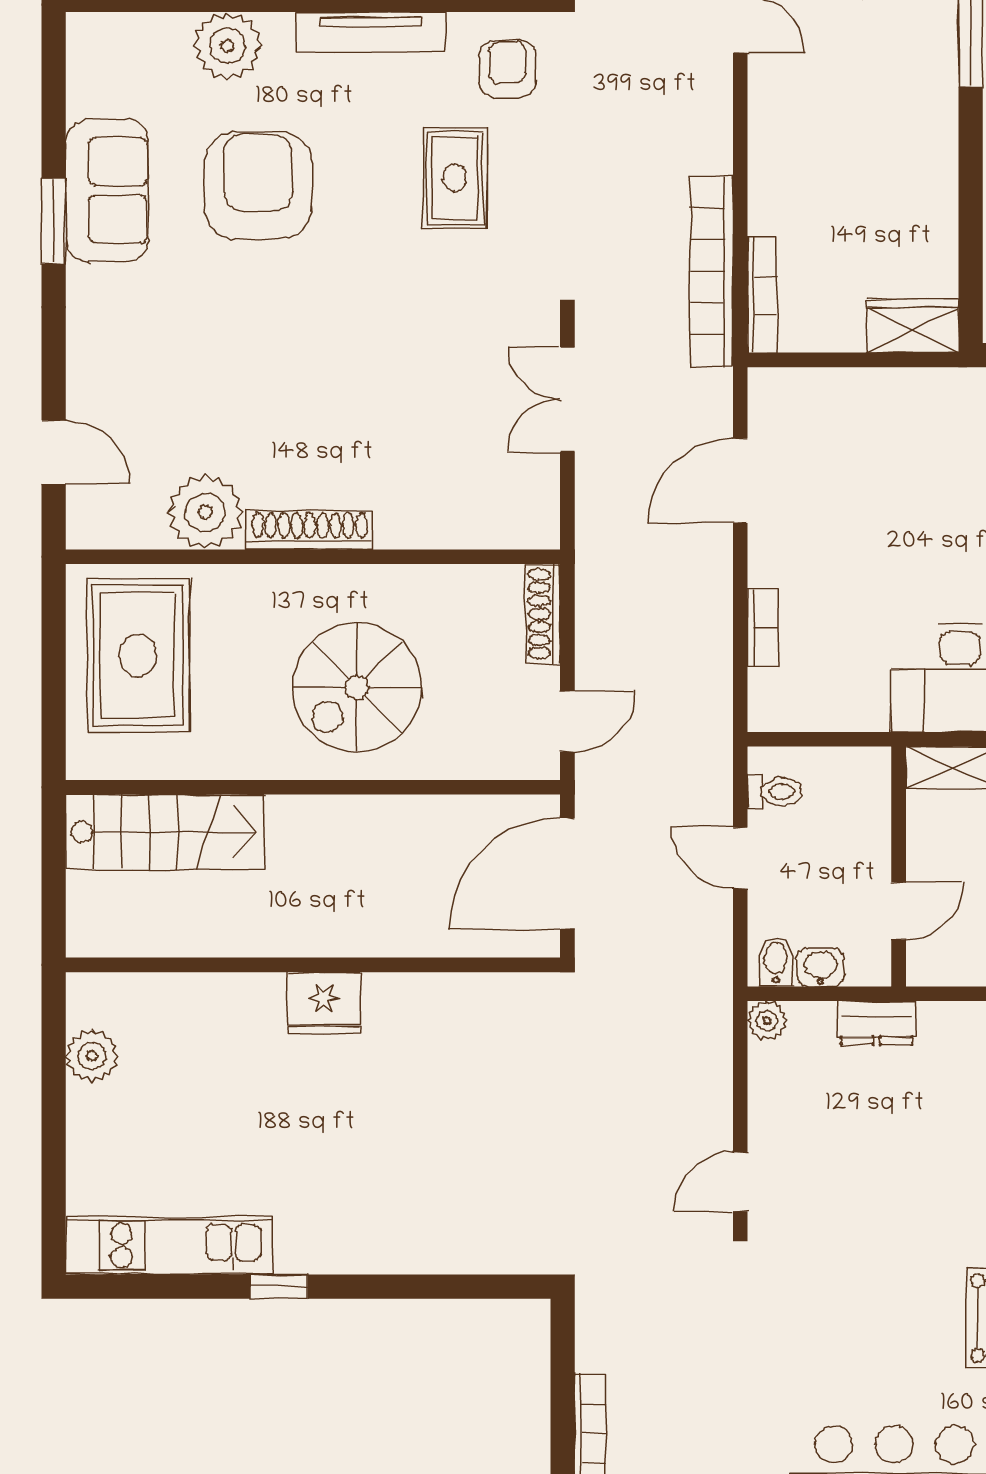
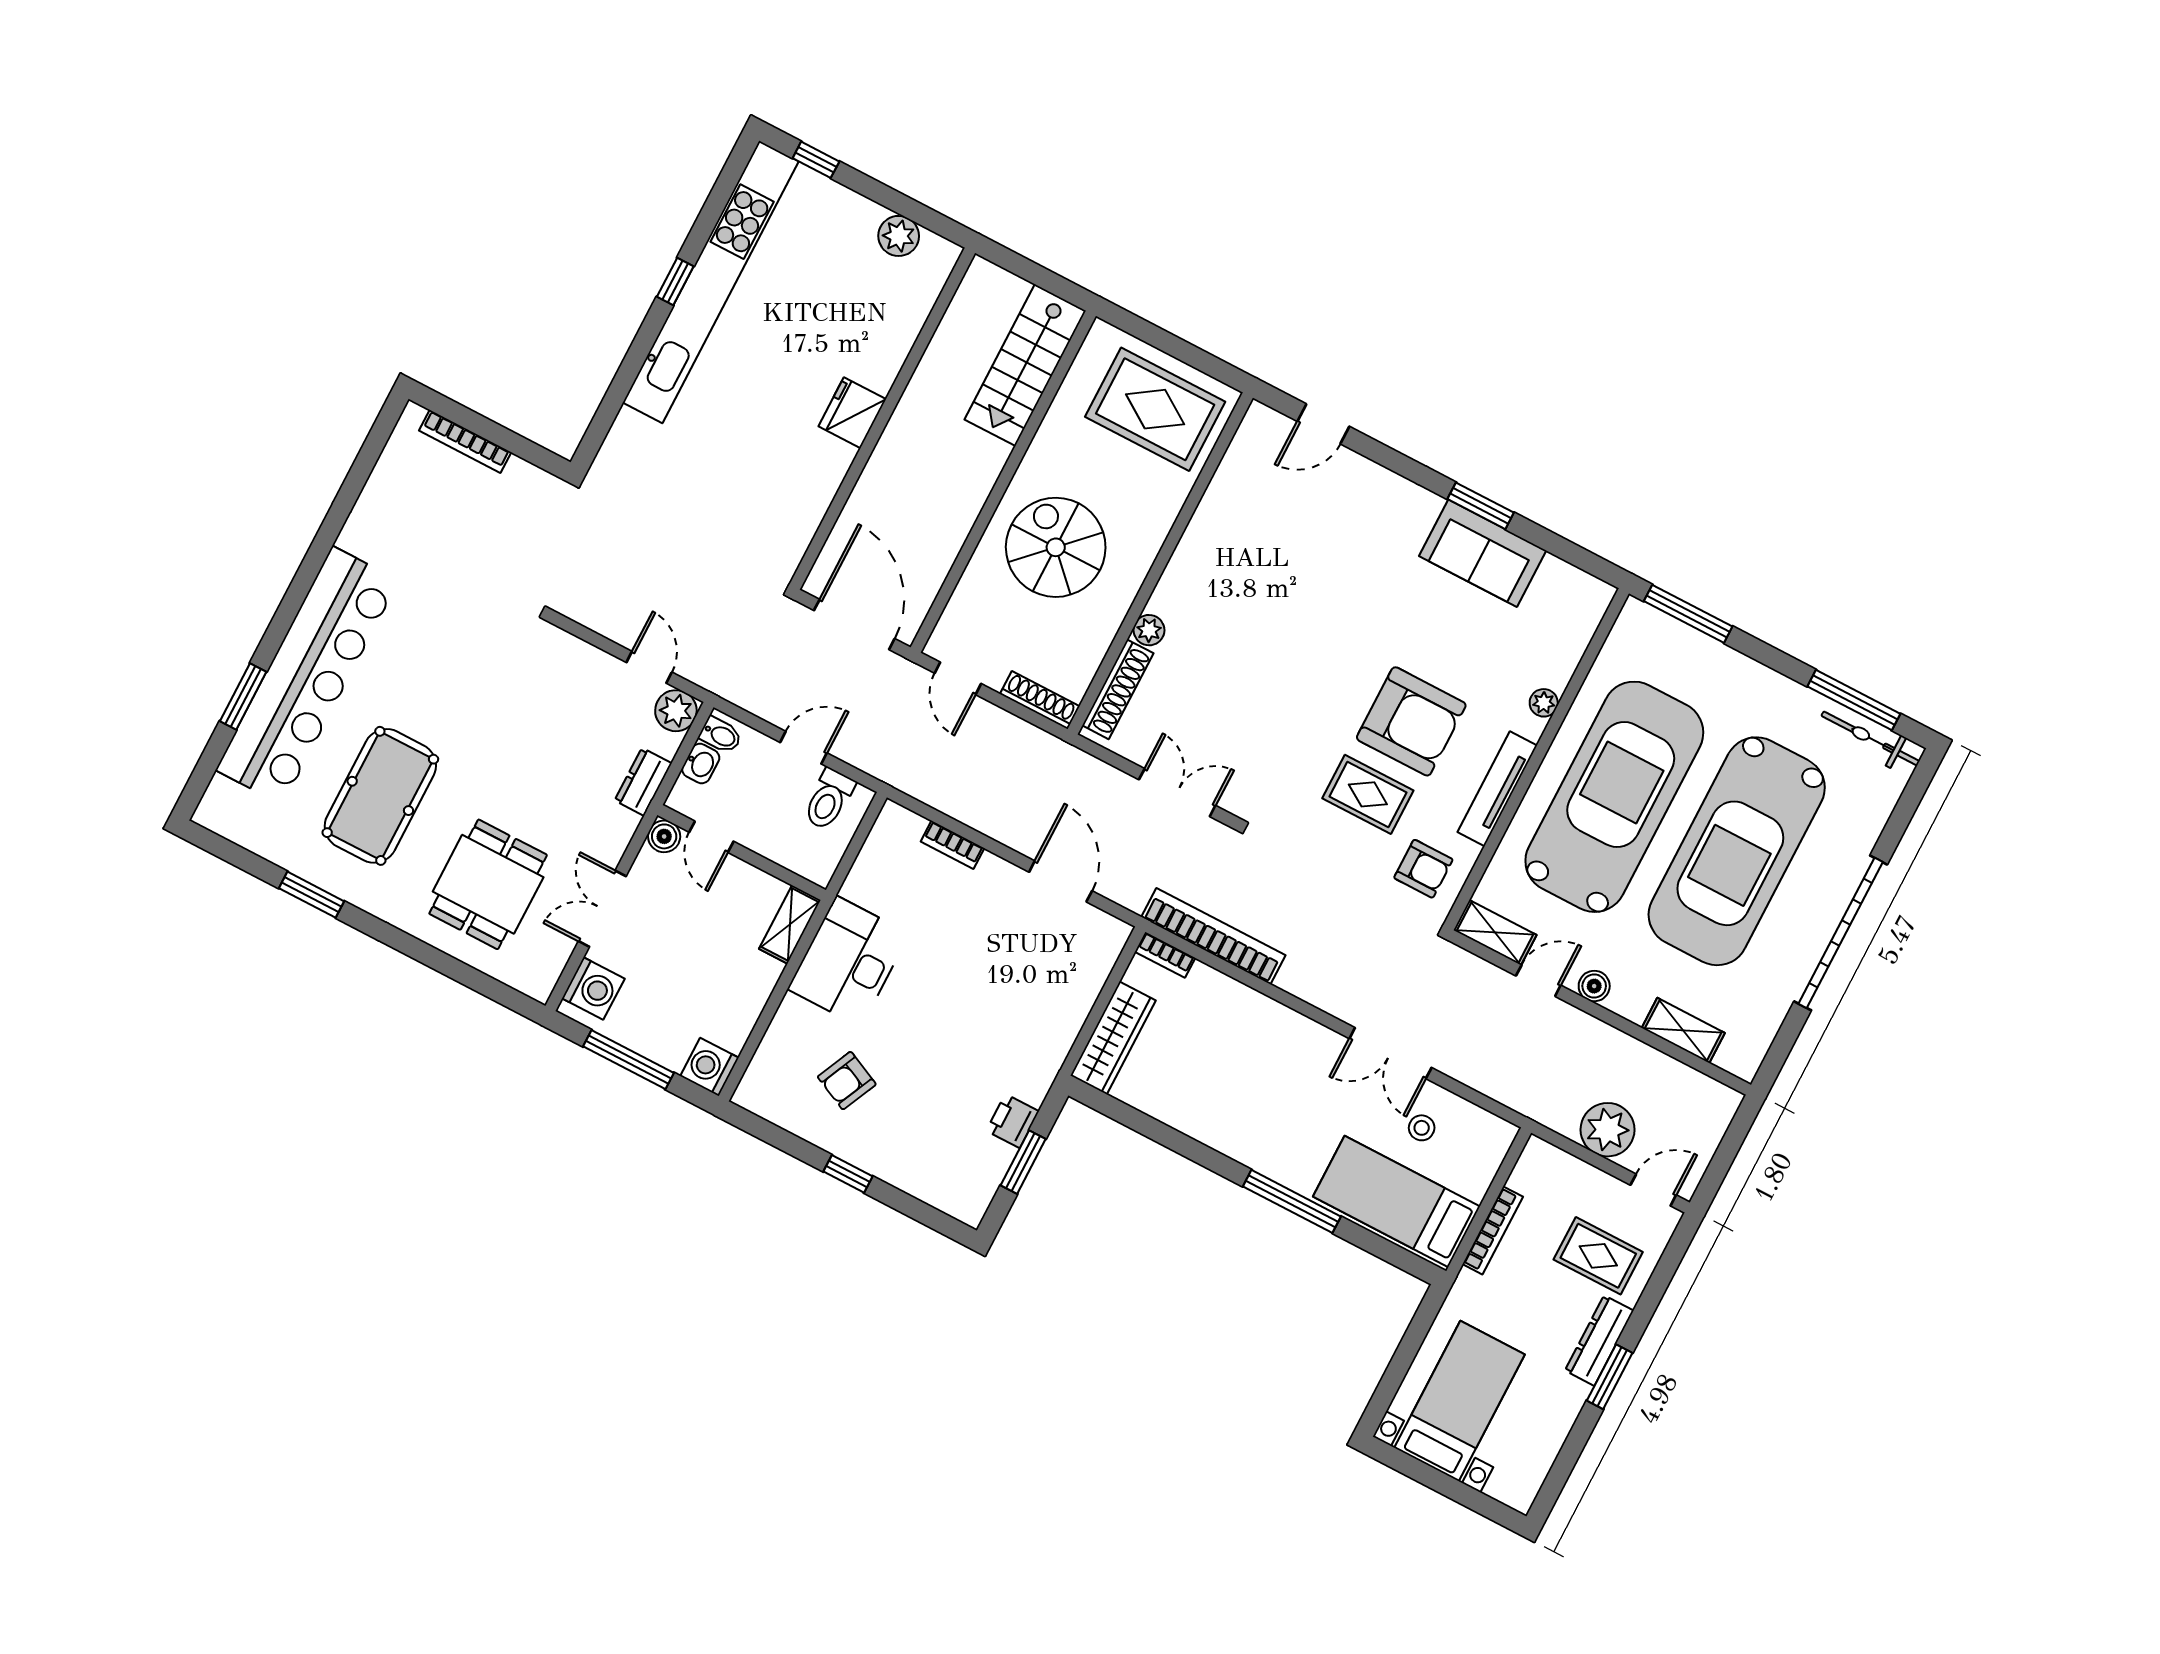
plant: (227, 46) -> (1544, 703), width x0.53, depth x0.53
armchair: (258, 186) -> (1411, 721), moved
bookcase: (762, 295) -> (1165, 955), width x0.64
wardrobe: (913, 326) -> (1113, 1038), width x1.50
plant: (205, 512) -> (1149, 630), moved, width x0.53, depth x0.53
shoe rack: (310, 530) -> (1118, 689), moved
toilet: (774, 792) -> (829, 799), width x1.37, depth x1.39
boiler: (927, 966) -> (664, 836), added
plant: (767, 1020) -> (676, 711), width x1.38, depth x1.38
door: (740, 1182) -> (649, 667), moved
window: (54, 1197) -> (816, 160), added
kitchen unit: (169, 1245) -> (711, 282), width x1.86

